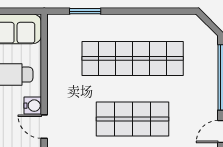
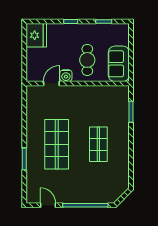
shop shelf: (133, 58) -> (98, 144), width x0.50, depth x0.74

